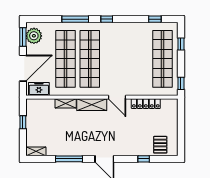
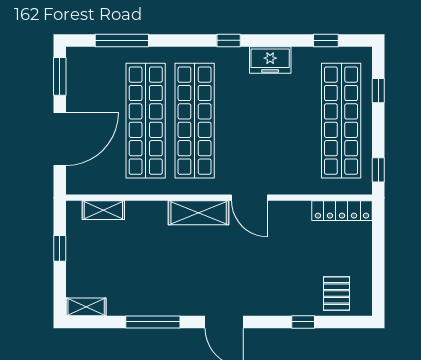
window: (75, 19) -> (122, 40), moved
plant: (34, 36) -> (82, 74), removed
freezer: (39, 89) -> (270, 60), moved, turned 180
shelving: (66, 103) -> (103, 210), moved
locker: (146, 104) -> (342, 211), moved

